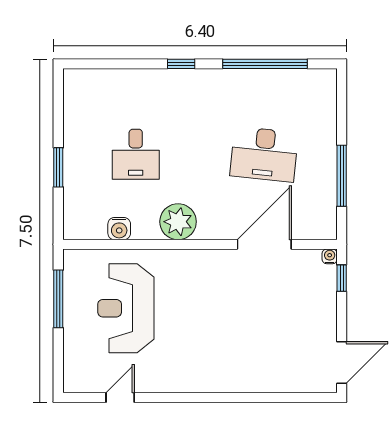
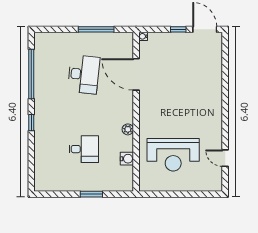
plant: (178, 222) -> (128, 129), width x0.53, depth x0.53
window: (342, 278) -> (178, 29), moved
window: (58, 299) -> (168, 194), removed

